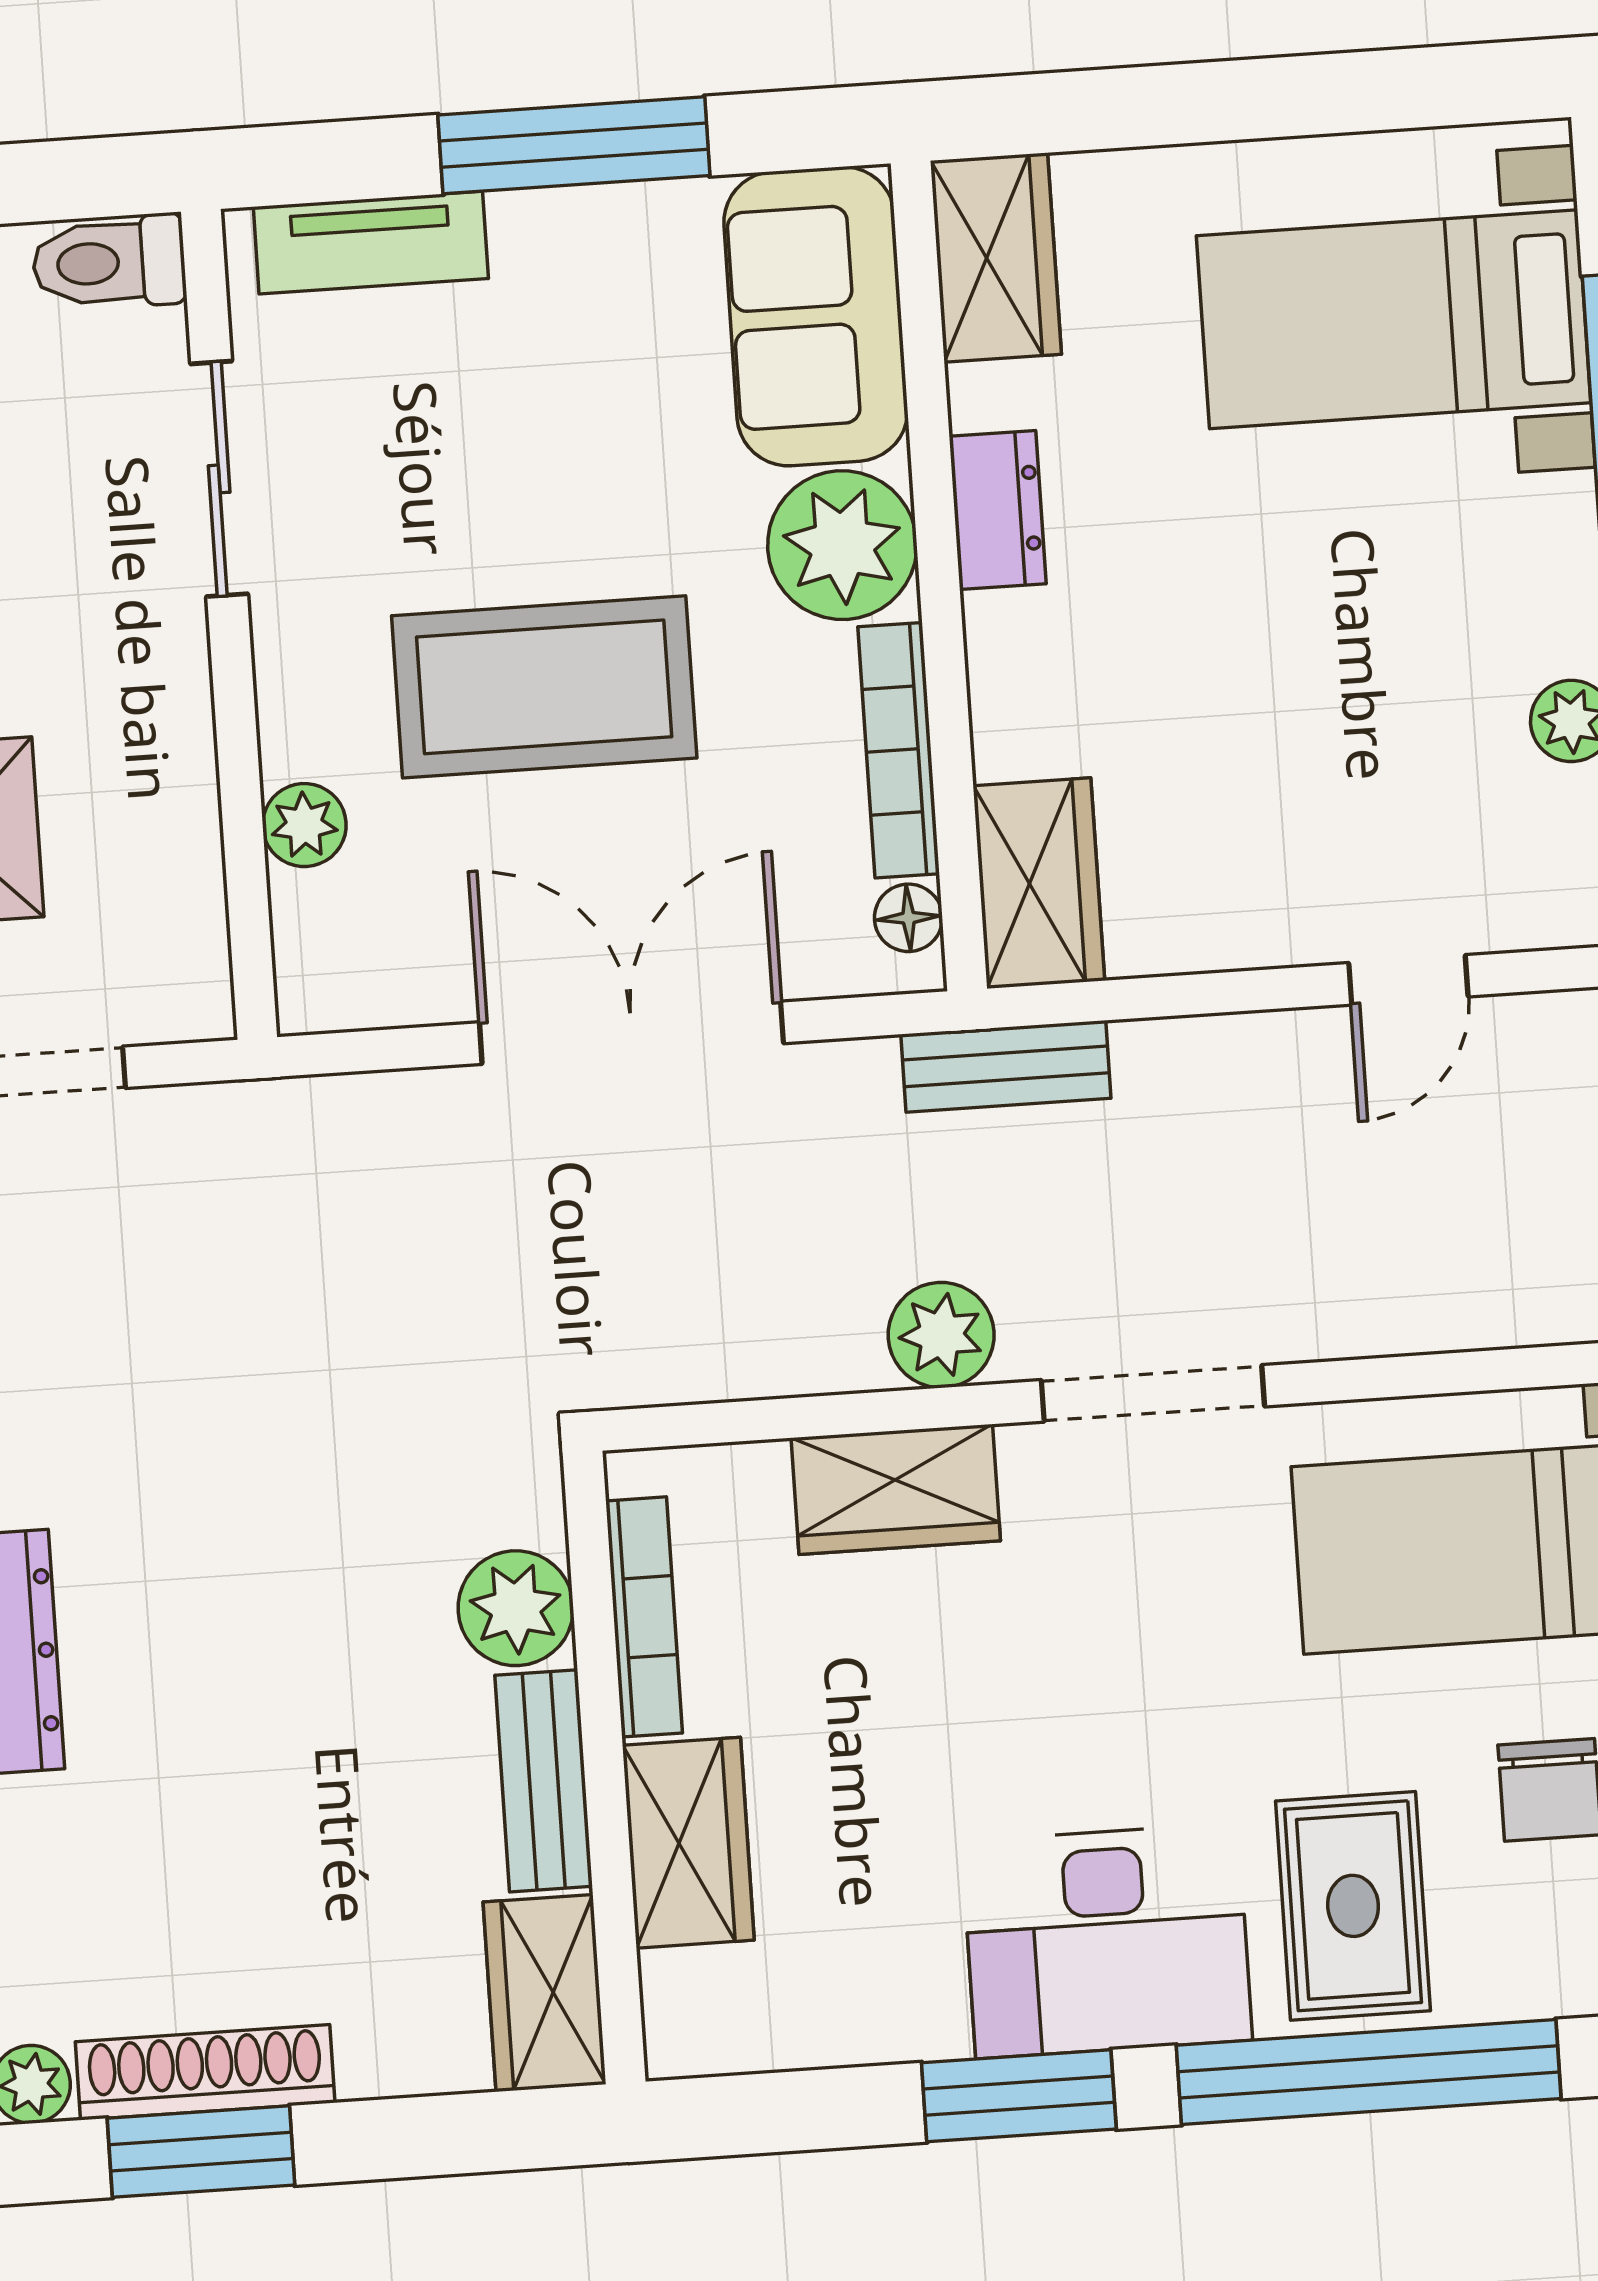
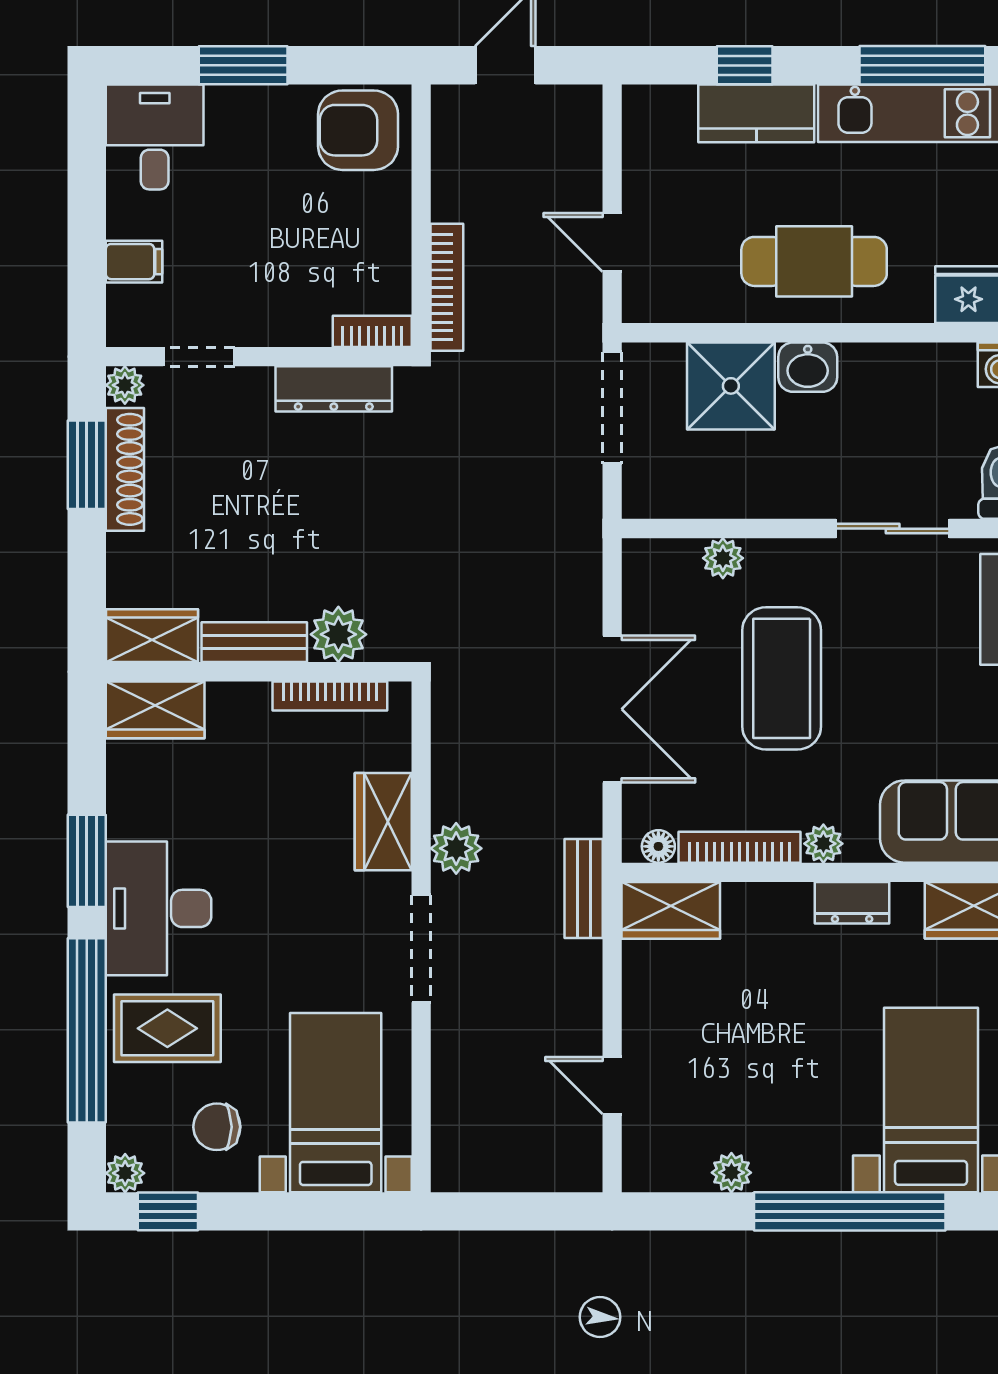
plant: (842, 545) -> (823, 844), width x0.53, depth x0.53
wardrobe: (688, 1843) -> (155, 710), moved

